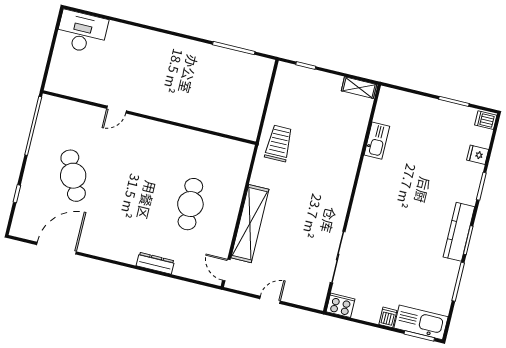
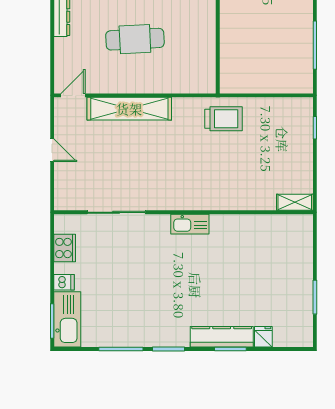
shelving: (359, 88) -> (295, 202), moved, turned 90
dishwasher: (486, 120) -> (303, 337), removed
kitchen sink: (377, 141) -> (190, 224), moved
kitchen counter: (459, 232) -> (222, 337), moved
cooker: (341, 305) -> (65, 248), moved

